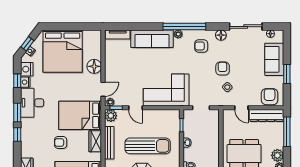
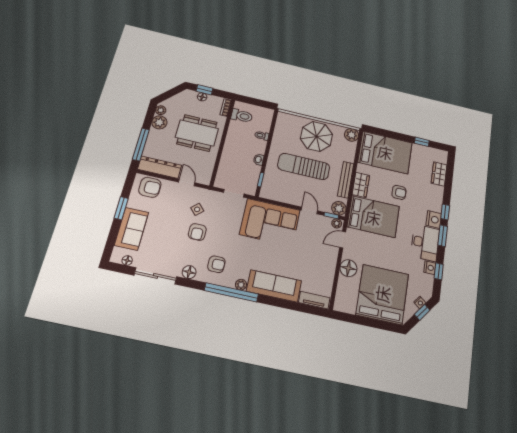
nightstand: (27, 69) -> (434, 219), moved
armchair: (270, 97) -> (150, 187), turned -90

